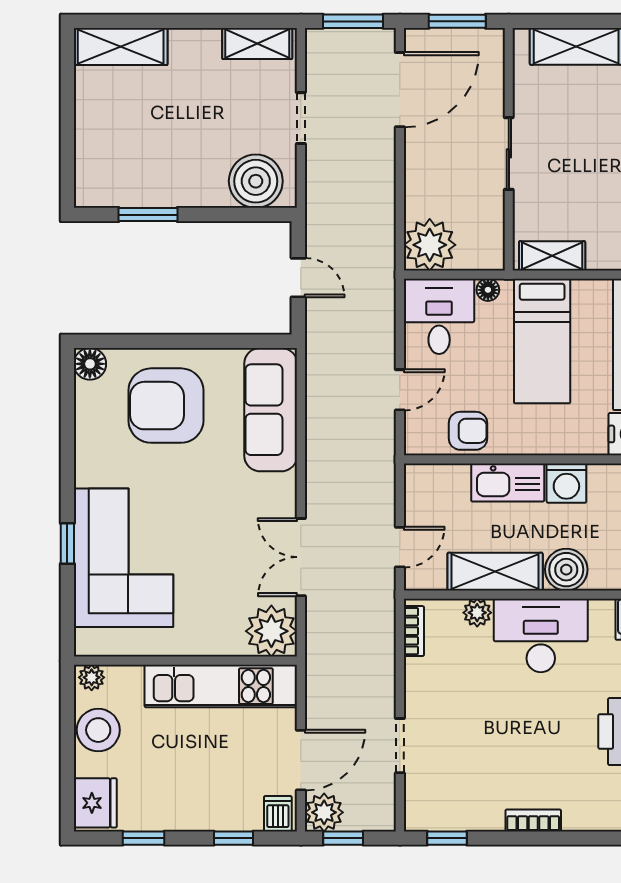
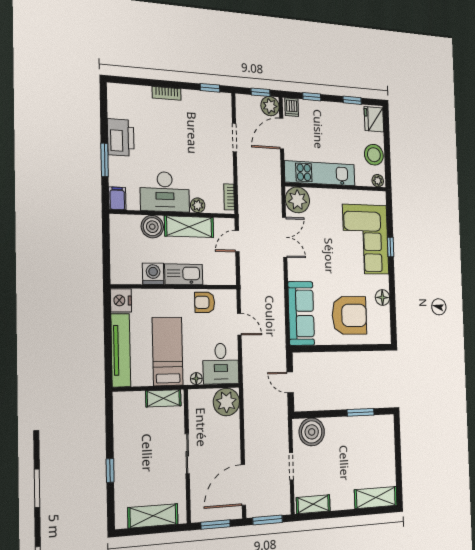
floor lamp: (90, 364) -> (382, 298), moved
door: (400, 390) -> (239, 324), swing flipped

